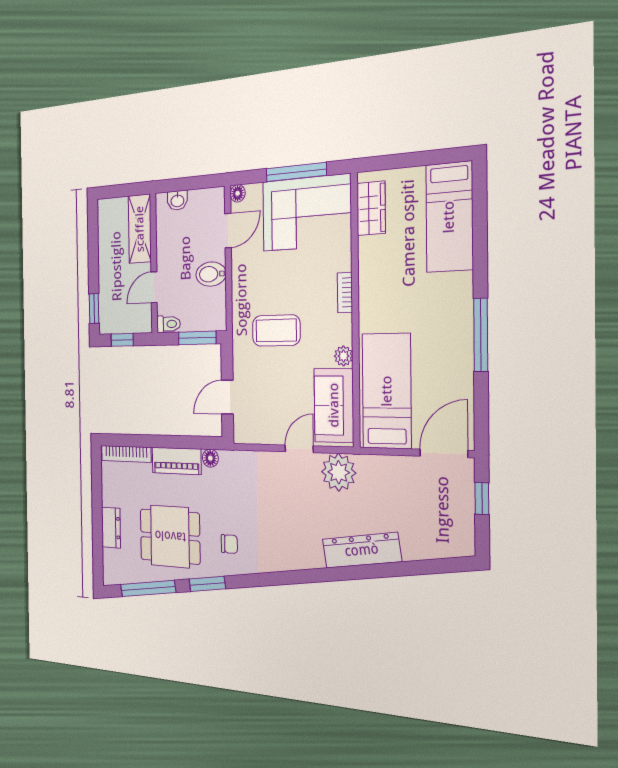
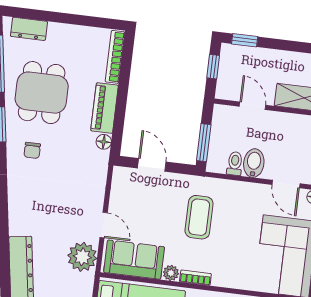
bookcase: (345, 293) -> (195, 278), moved
toilet: (169, 324) -> (235, 164), moved, turned 180
dresser: (111, 528) -> (29, 29), moved

